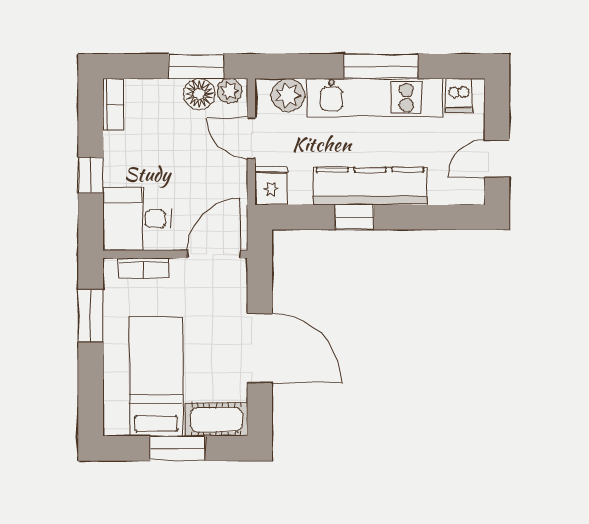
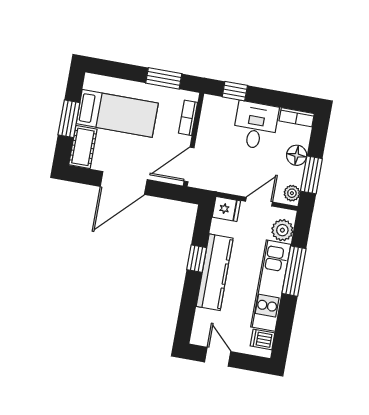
window: (381, 66) -> (294, 271), moved
floor lamp: (199, 94) -> (297, 155), moved
window: (91, 175) -> (235, 91), moved
desk: (137, 219) -> (256, 125), moved
door: (214, 254) -> (189, 164), swing flipped

